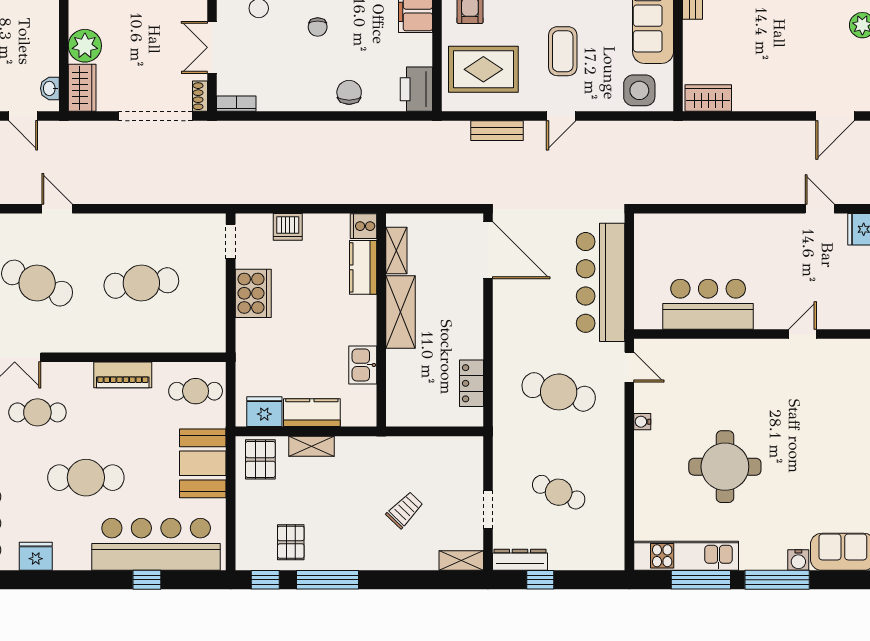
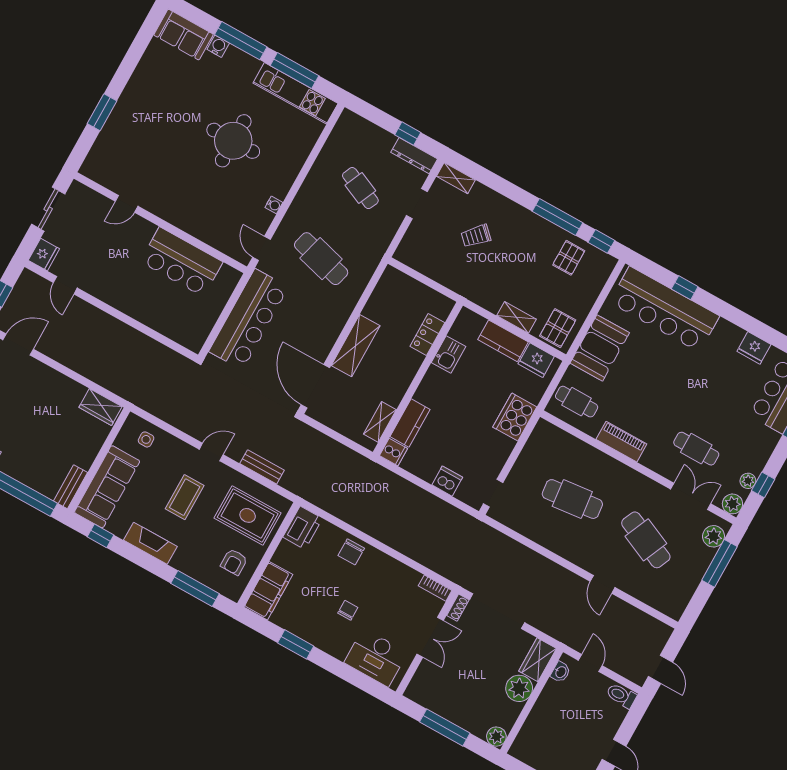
side table: (639, 90) -> (146, 439), width x0.54, depth x0.54
cooker: (253, 293) -> (515, 417), moved
shelving: (401, 312) -> (356, 346), moved
locker: (471, 383) -> (427, 335), moved, turned 180
cafe table: (86, 478) -> (688, 384), removed

